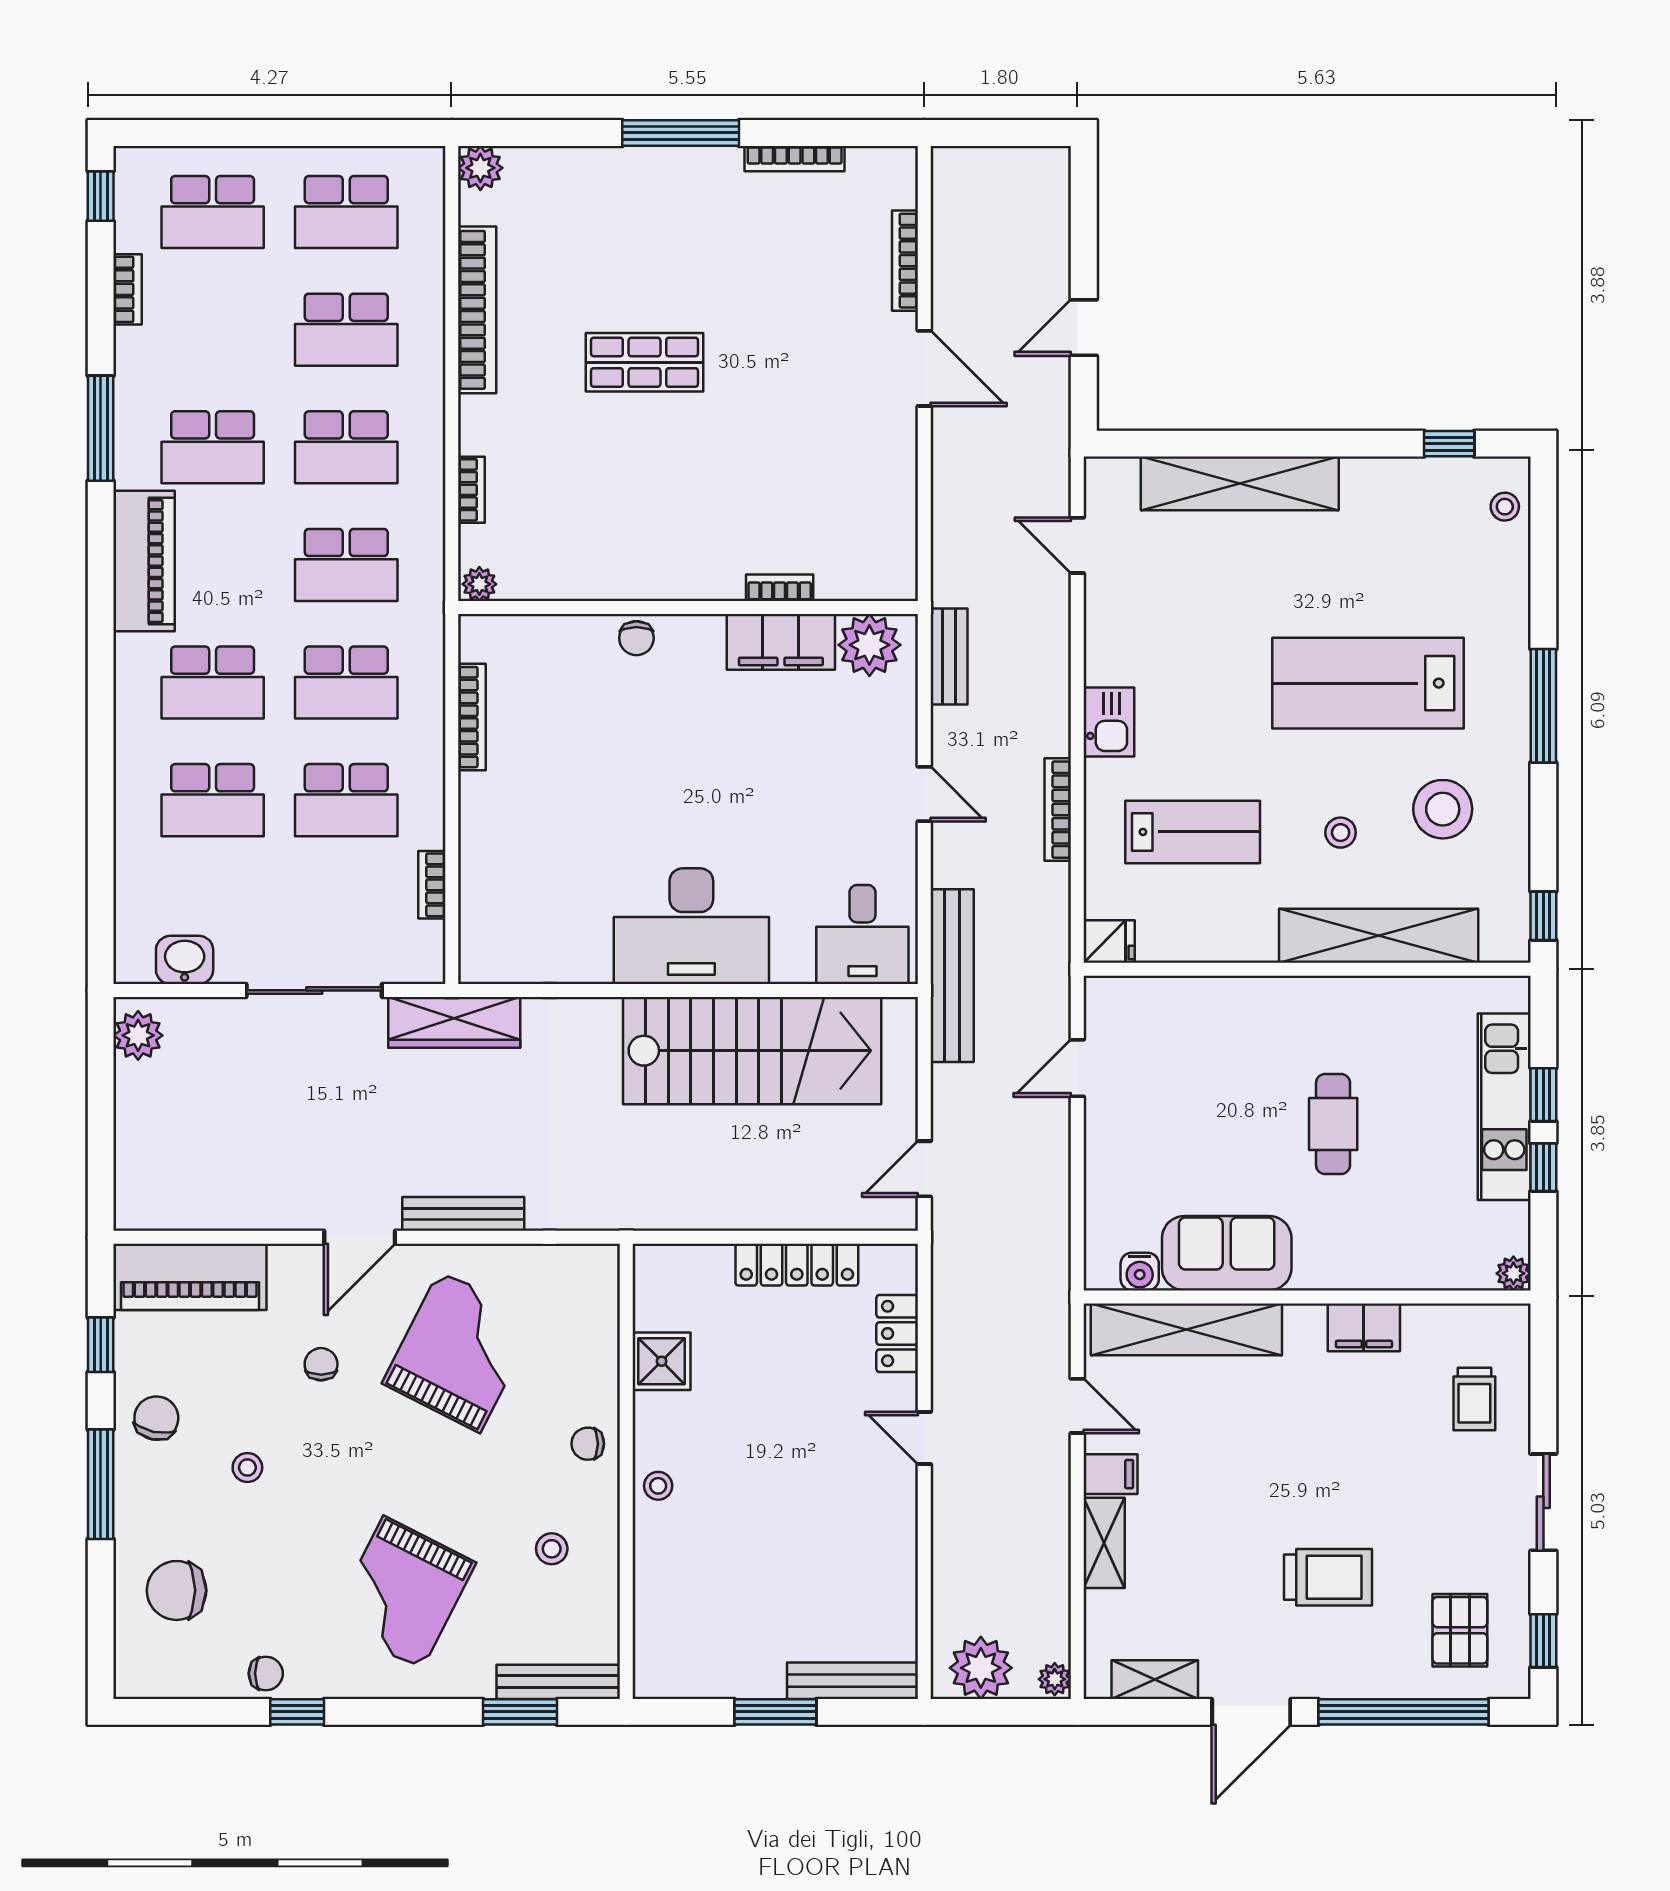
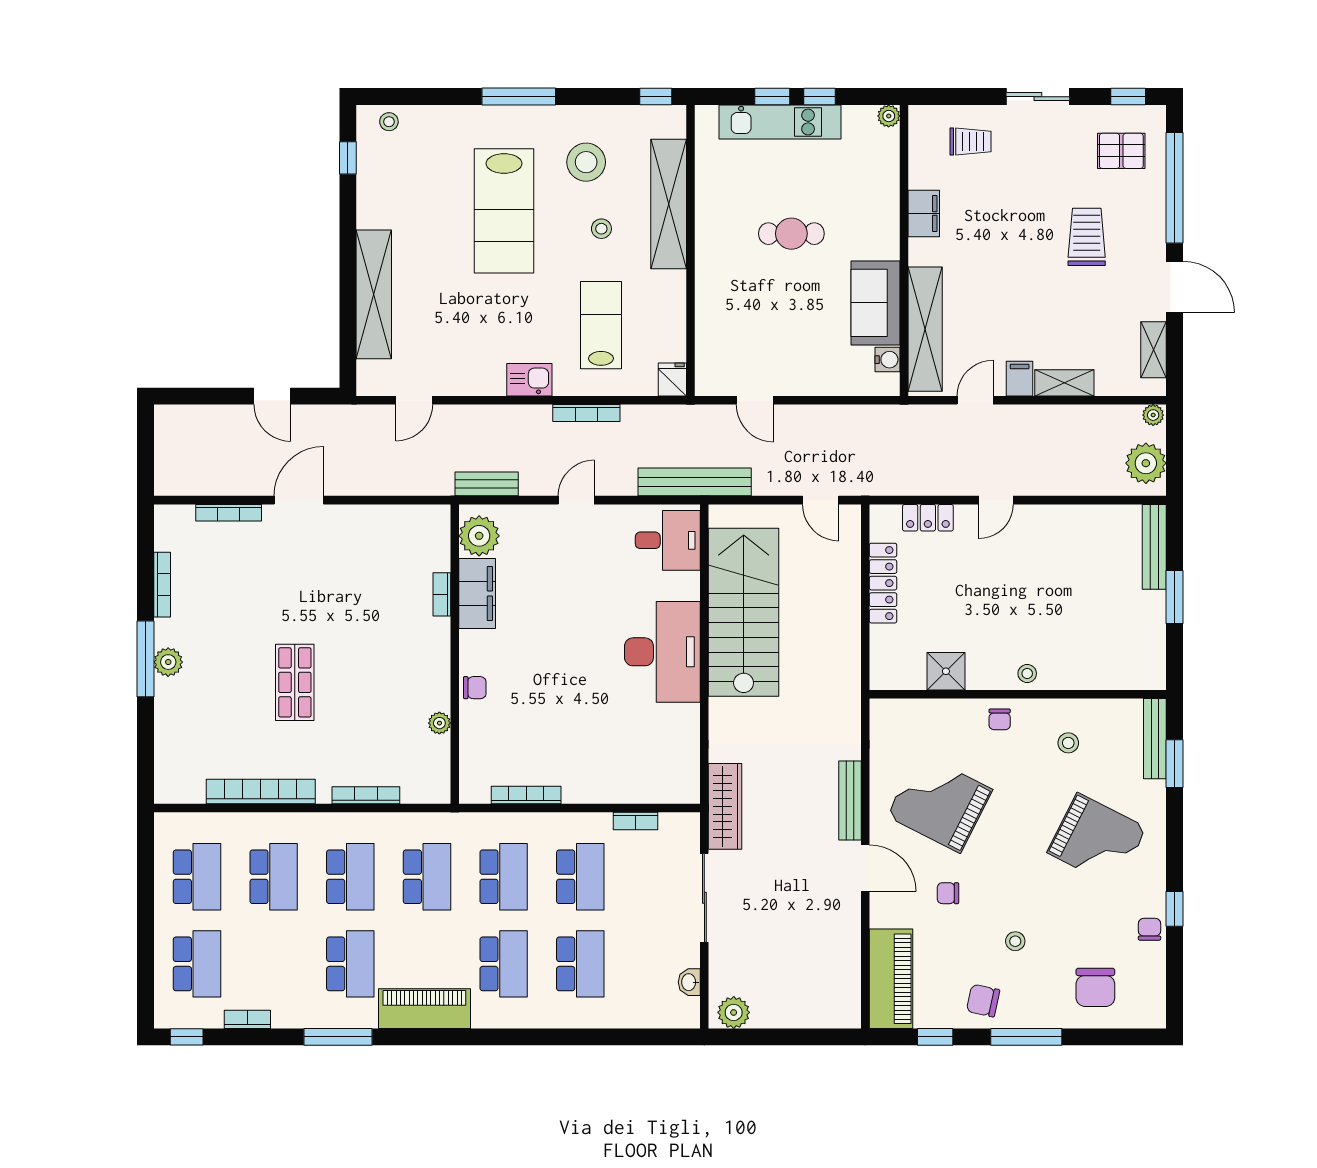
plant: (480, 168) -> (168, 662), moved
bookcase: (471, 490) -> (366, 795), width x1.56
plant: (479, 584) -> (439, 723), moved
washbasin: (185, 960) -> (689, 982), width x0.72, depth x0.69

